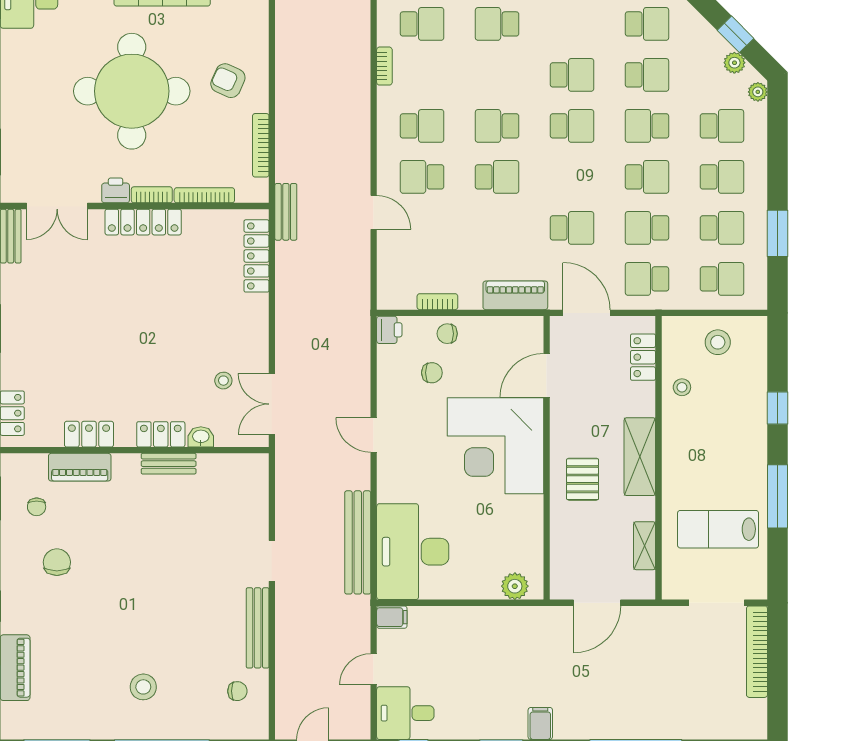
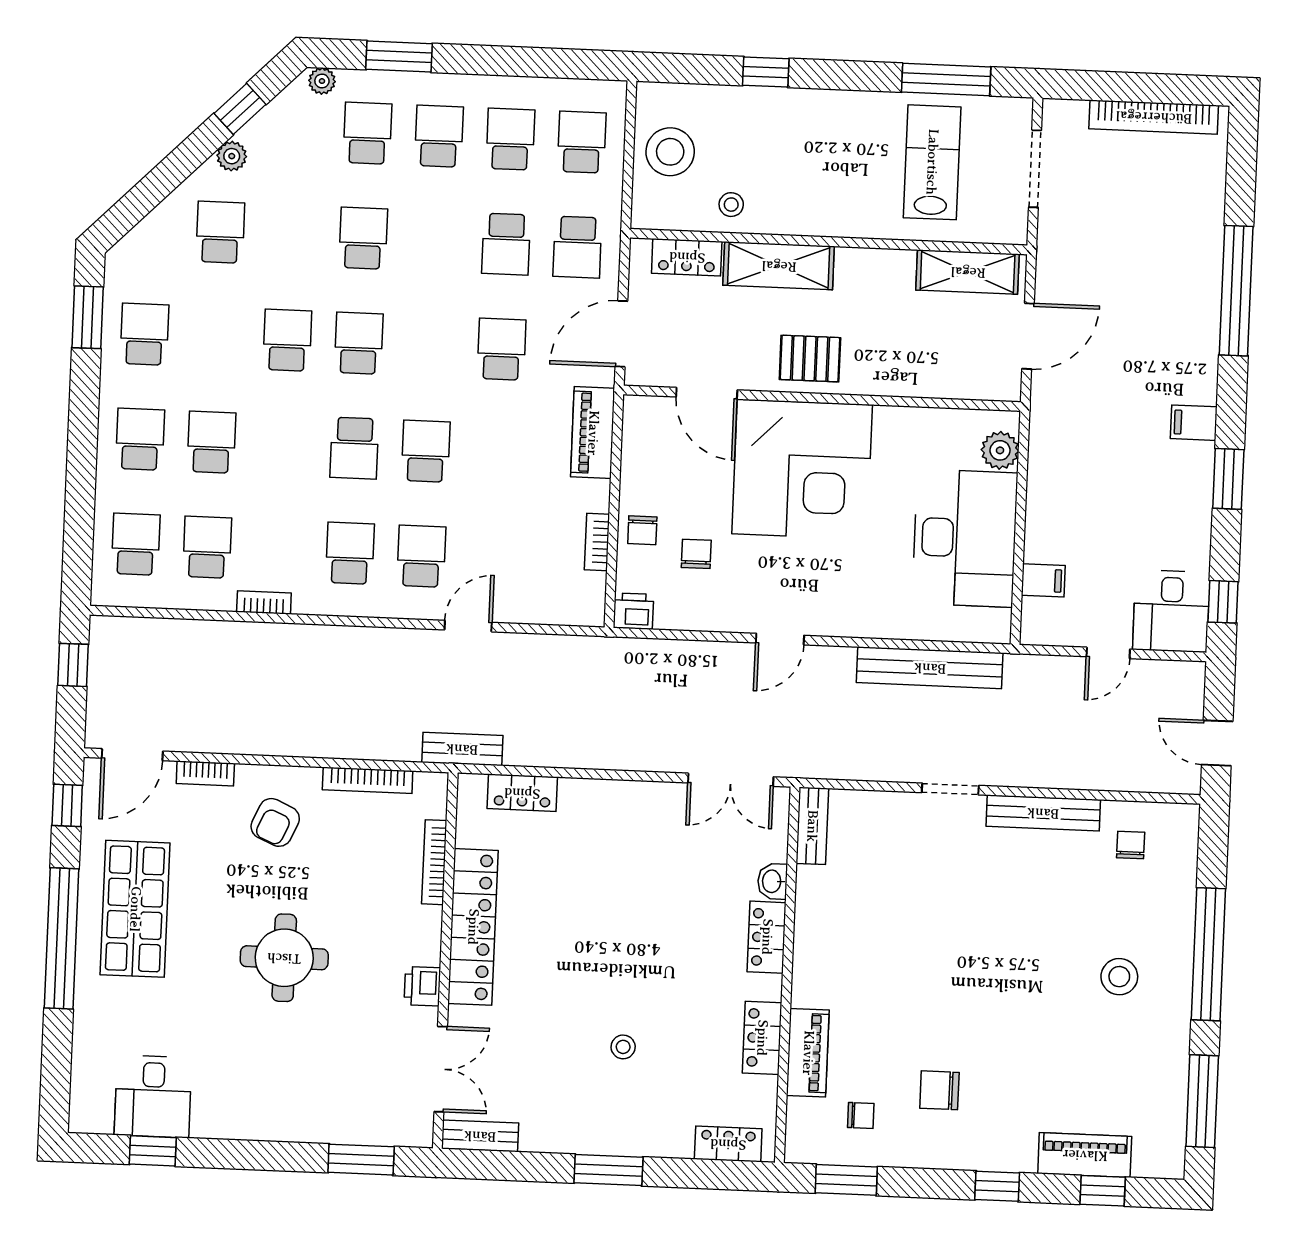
school desk: (497, 24) -> (212, 442), turned 180
plant: (734, 63) -> (232, 156), moved
school desk: (647, 75) -> (292, 235), removed
round table: (132, 91) -> (284, 958), width x0.54, depth x0.54
school desk: (647, 126) -> (363, 238), turned 180
school desk: (422, 177) -> (421, 556), turned 180
school desk: (647, 177) -> (435, 241), removed
bookcase: (152, 195) -> (205, 773), moved, turned -90
locker: (143, 222) -> (473, 927), width x1.41, depth x1.21
window: (778, 233) -> (399, 57), moved
locker: (256, 256) -> (522, 793), width x0.66
stool: (718, 342) -> (670, 152), width x1.38, depth x1.38
stool: (223, 381) -> (623, 1047), moved
shelving: (640, 457) -> (779, 266), moved
bench: (169, 464) -> (812, 826), moved
pallet: (583, 479) -> (810, 359), moved
window: (778, 496) -> (946, 80), moved
lab bench: (718, 529) -> (932, 162), turned 180
shelving: (645, 546) -> (968, 272), width x1.50, depth x1.33
desk: (413, 552) -> (965, 538), moved, turned -90
door: (597, 603) -> (1028, 336), hinge flipped
filing cabinet: (392, 617) -> (1043, 580), moved, turned 90
bookcase: (757, 652) -> (1154, 117), moved
door: (374, 669) -> (1108, 653), hinge flipped

